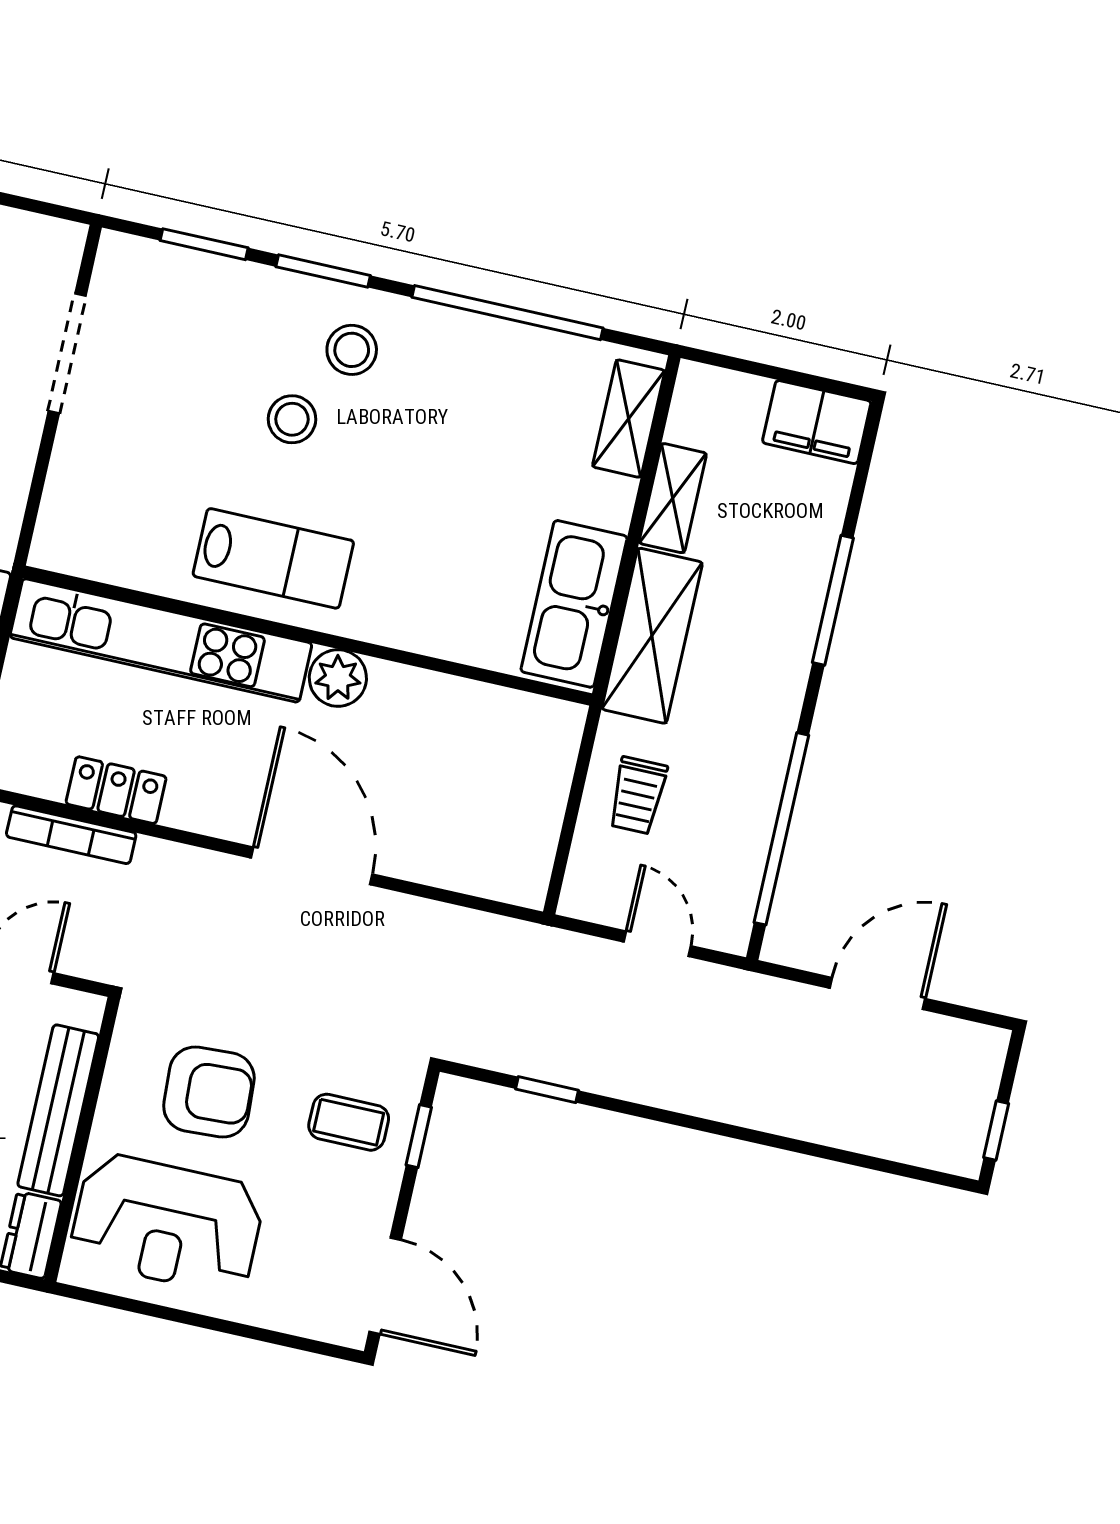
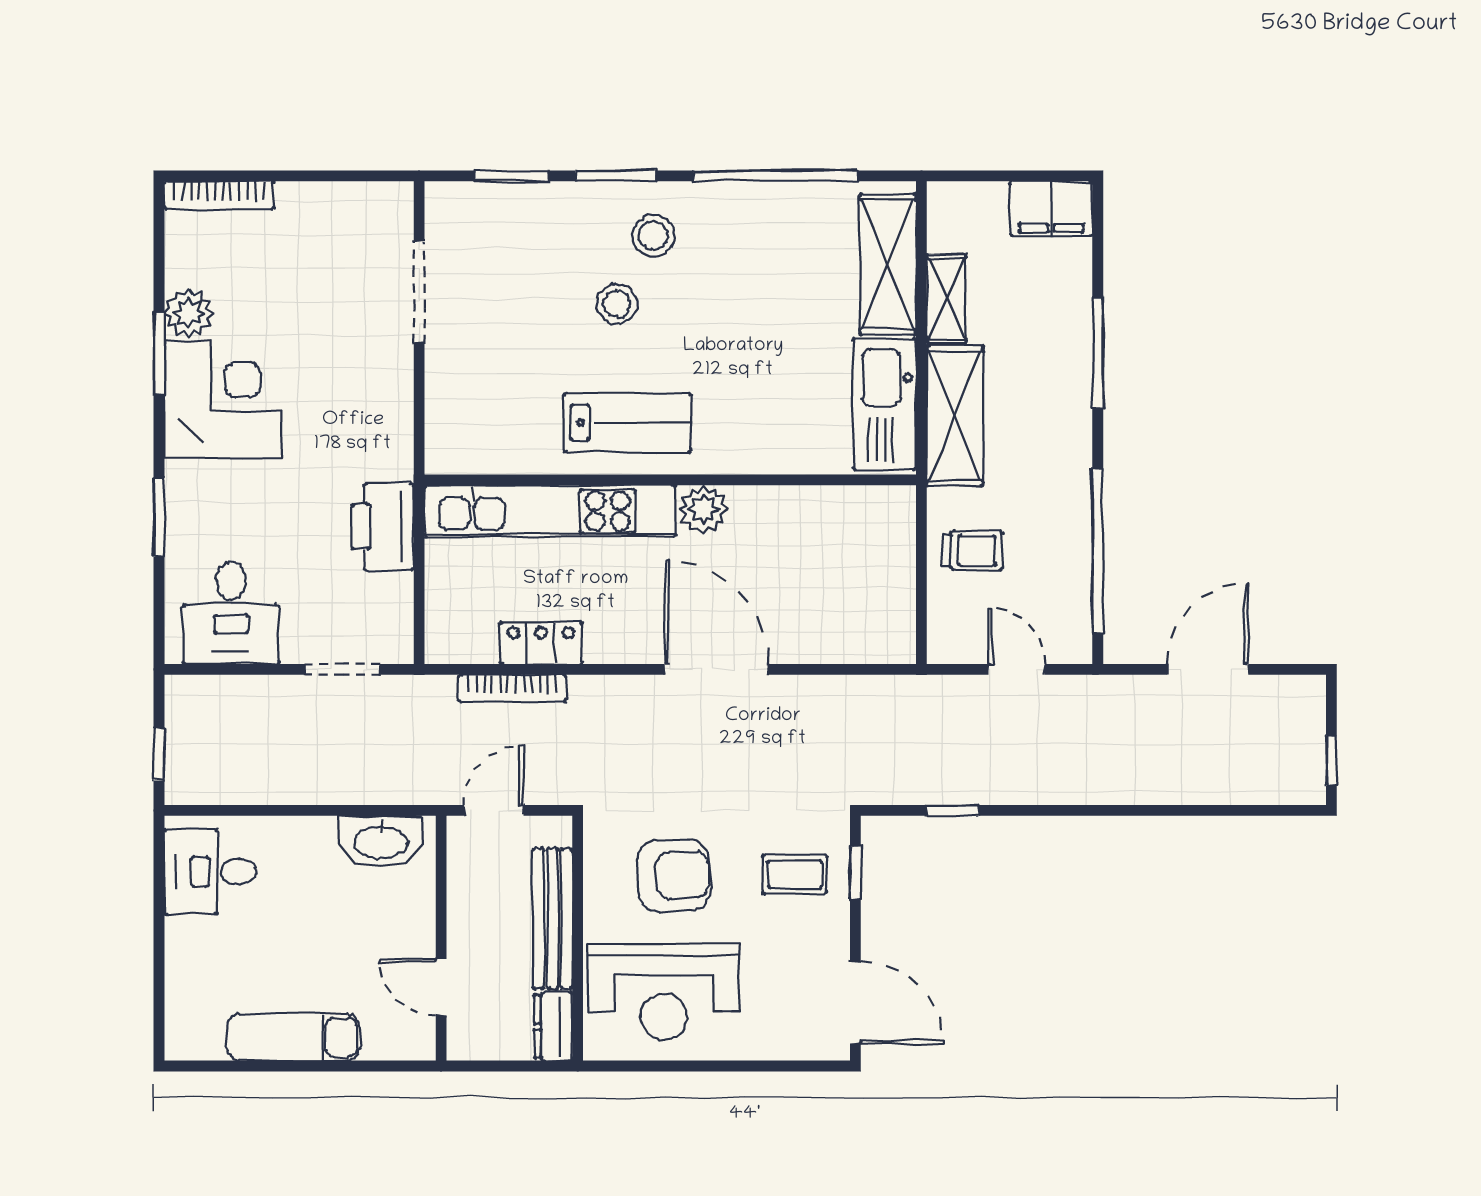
shelving: (629, 419) -> (888, 264), width x1.50, depth x1.33
trolley: (638, 796) -> (973, 551), turned -90

